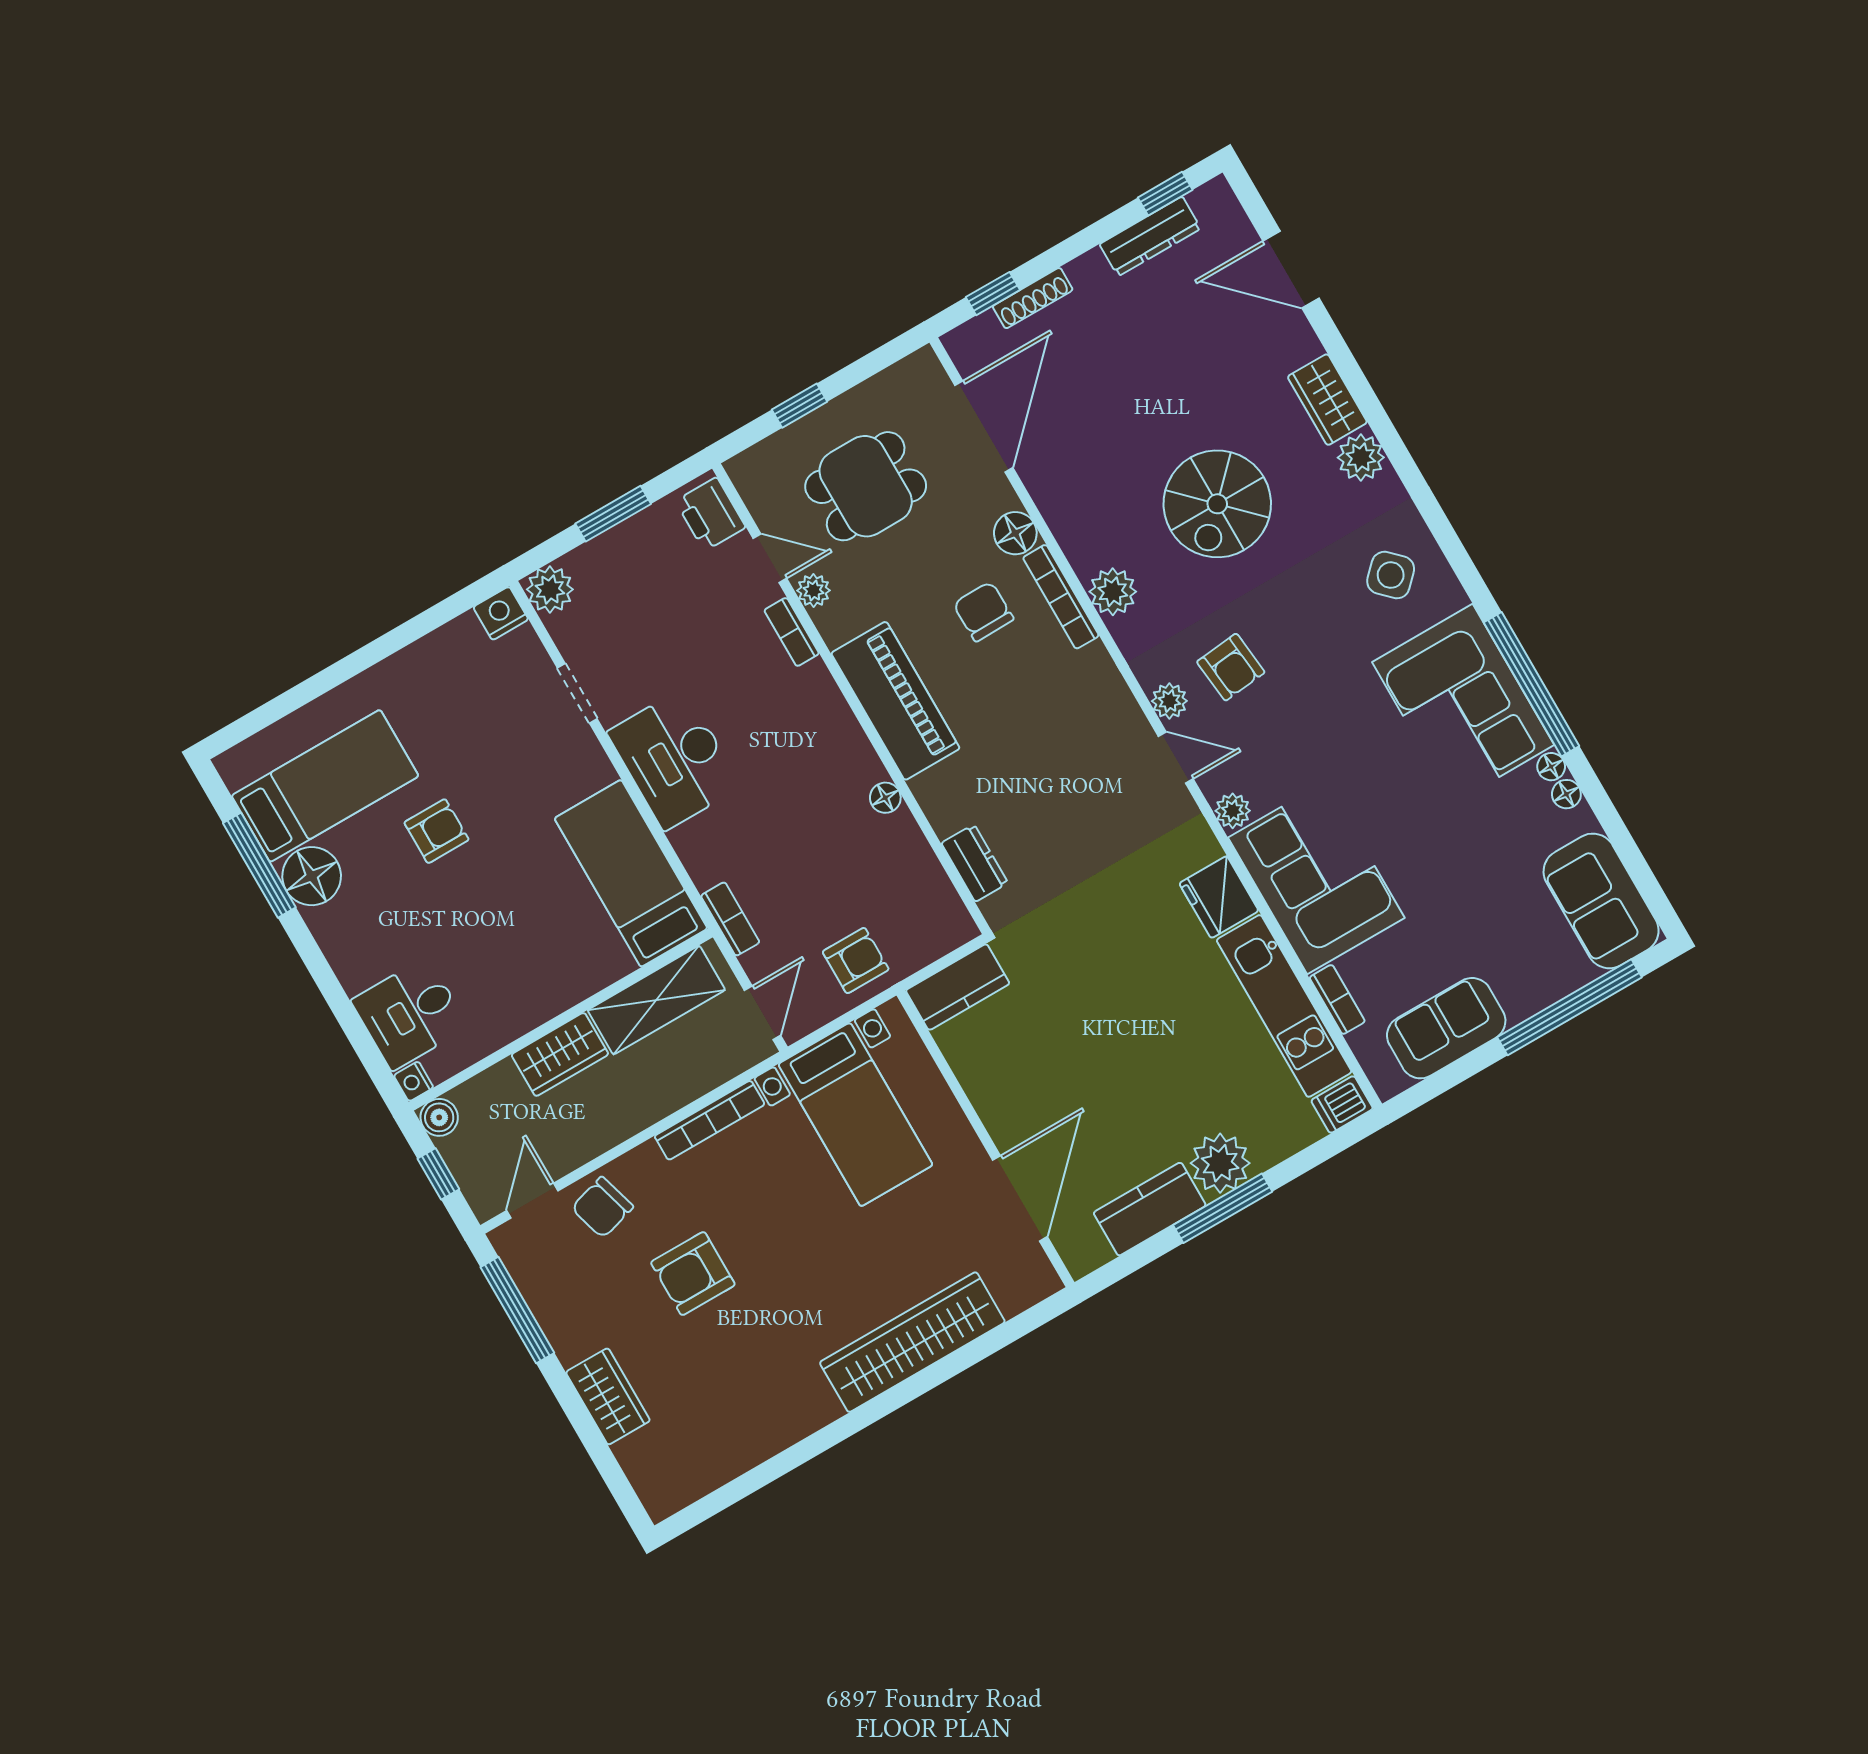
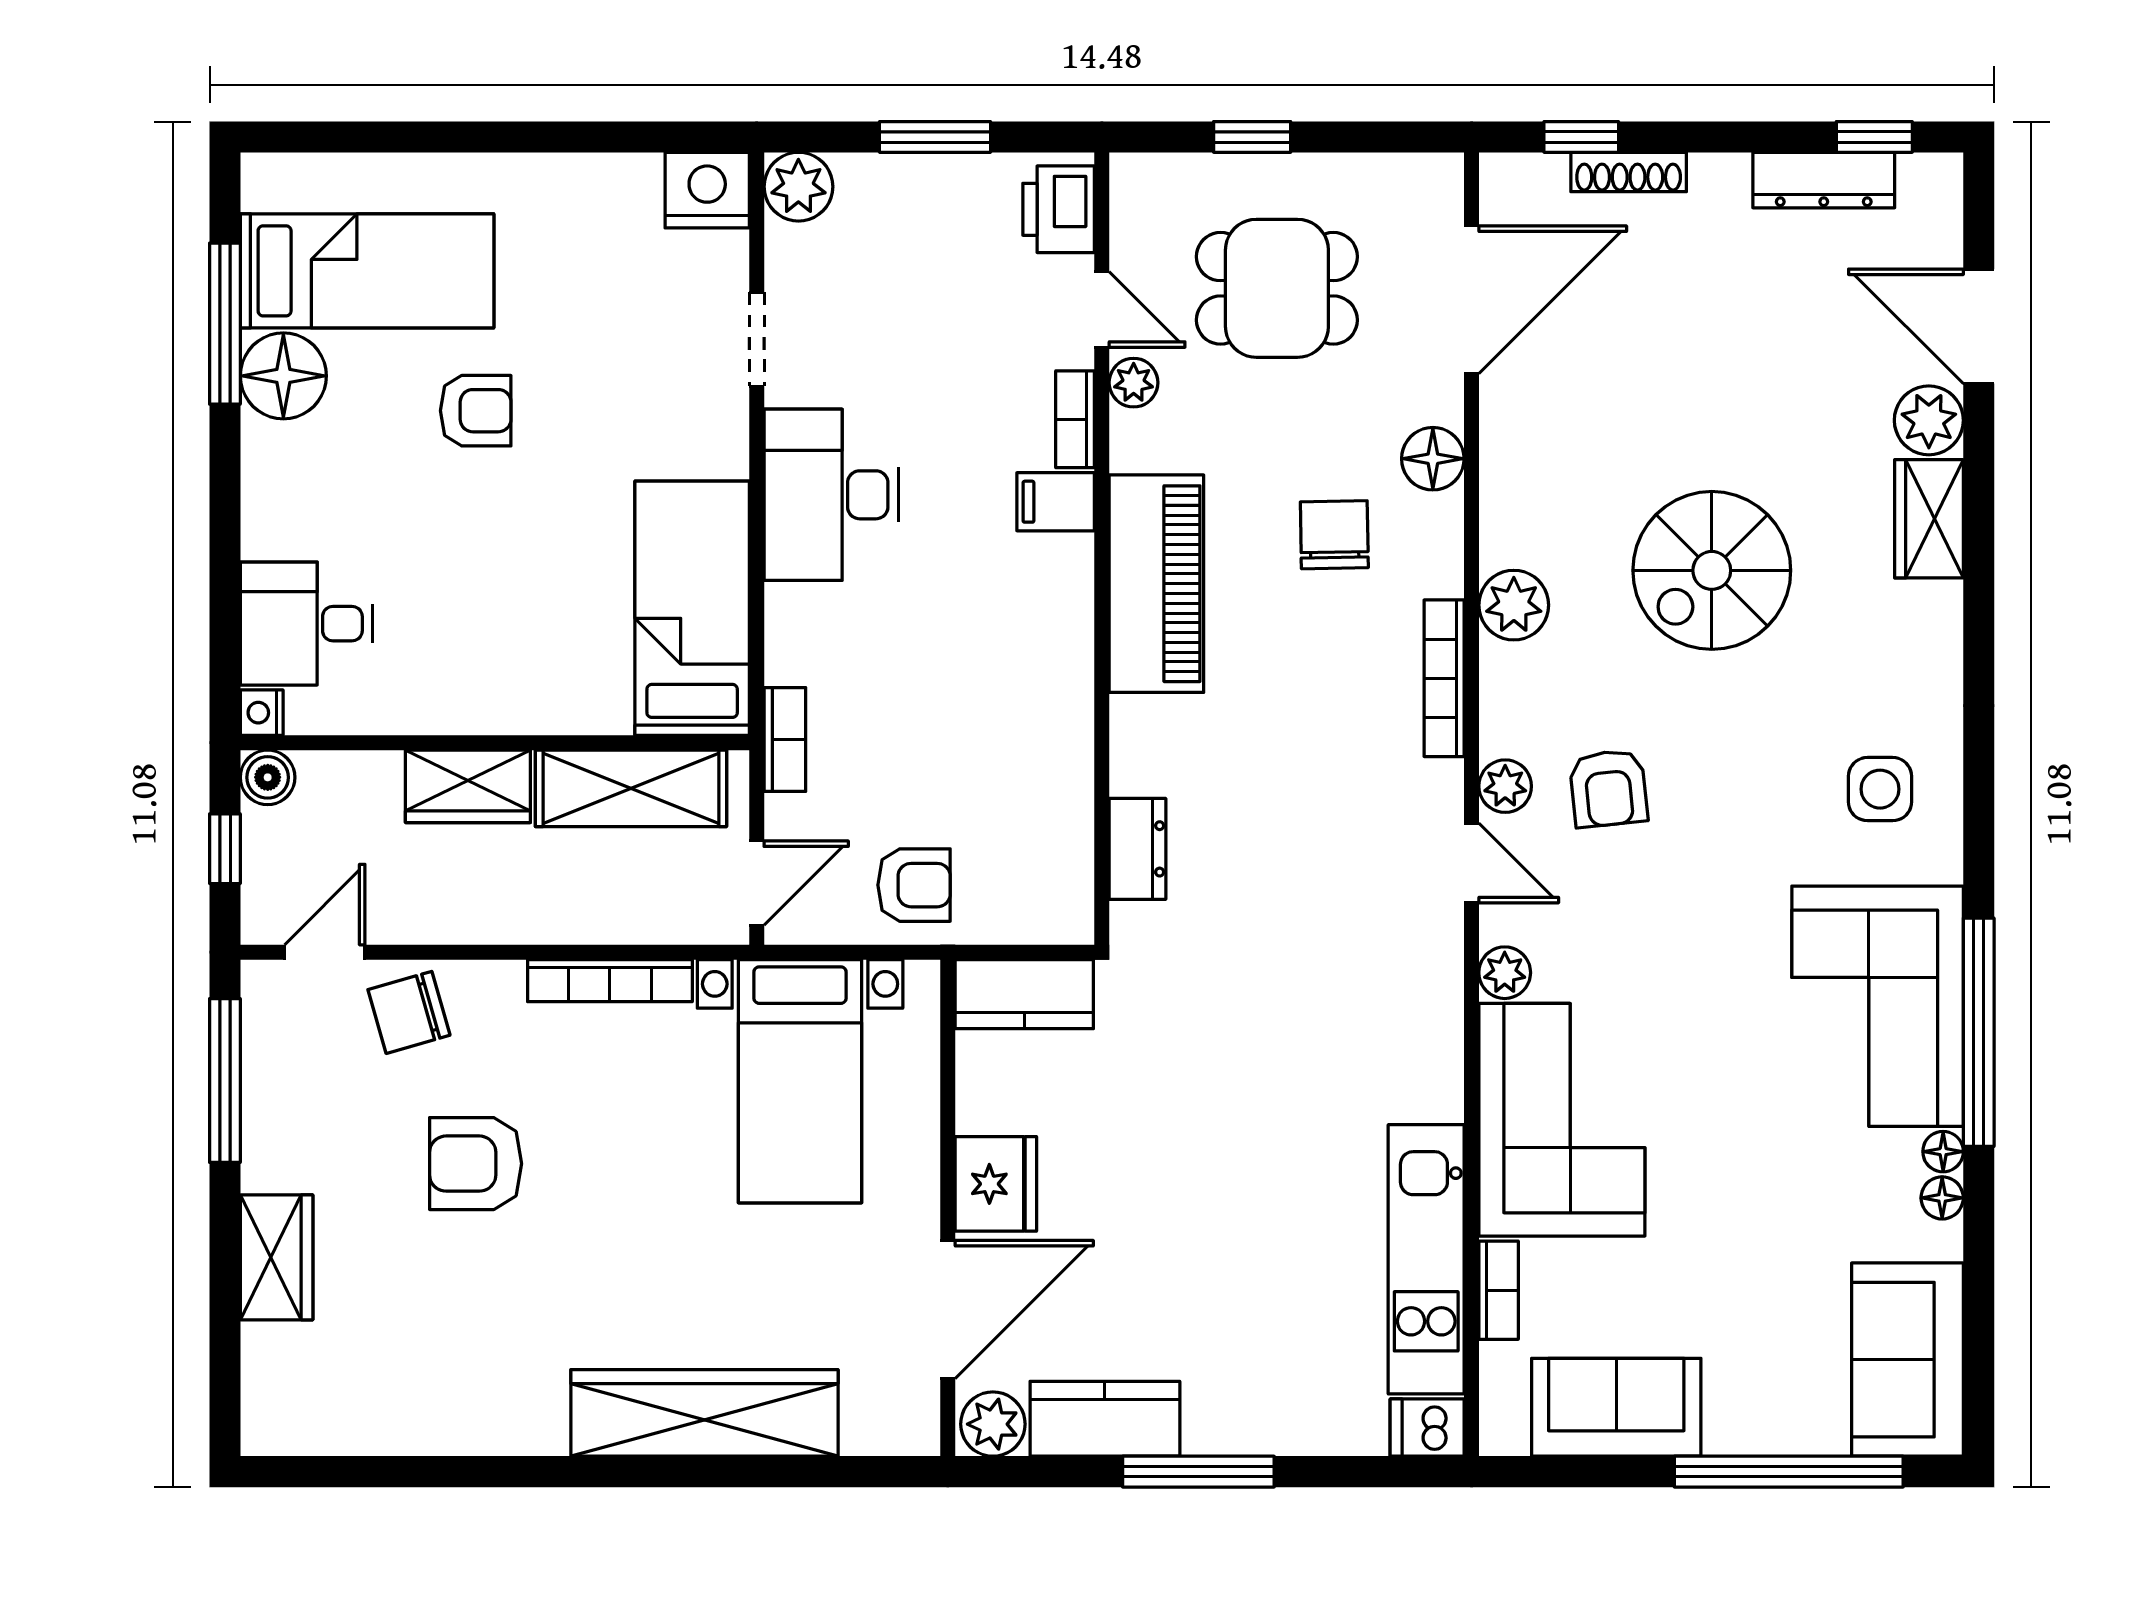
plant: (1361, 458) -> (1929, 420), moved
side table: (1391, 575) -> (1880, 789), turned 45
bookcase: (1061, 597) -> (1444, 678), moved
nightstand: (501, 613) -> (707, 190), width x1.36, depth x1.33
filing cabinet: (808, 687) -> (1056, 502), added
floor lamp: (885, 798) -> (1072, 700), removed
fridge: (1219, 897) -> (996, 1184), moved, turned 180
plant: (1220, 1163) -> (993, 1424), moved, width x0.73, depth x0.73

